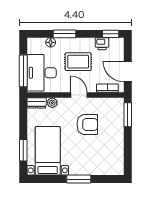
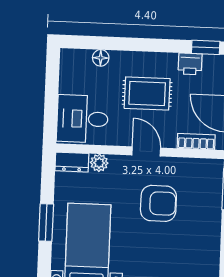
window: (64, 34) -> (125, 44), removed
window: (23, 71) -> (51, 106), removed
desk: (42, 73) -> (82, 119), width x0.73
window: (23, 150) -> (46, 223), moved

